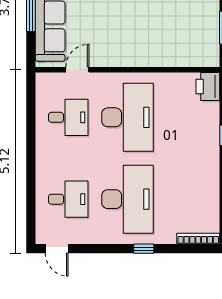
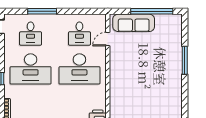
door: (77, 70) -> (108, 39), swing flipped
window: (31, 180) -> (42, 11), added

